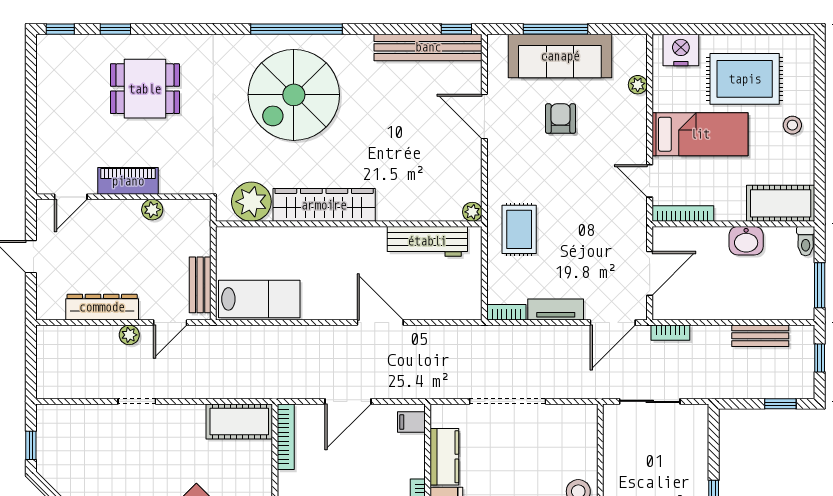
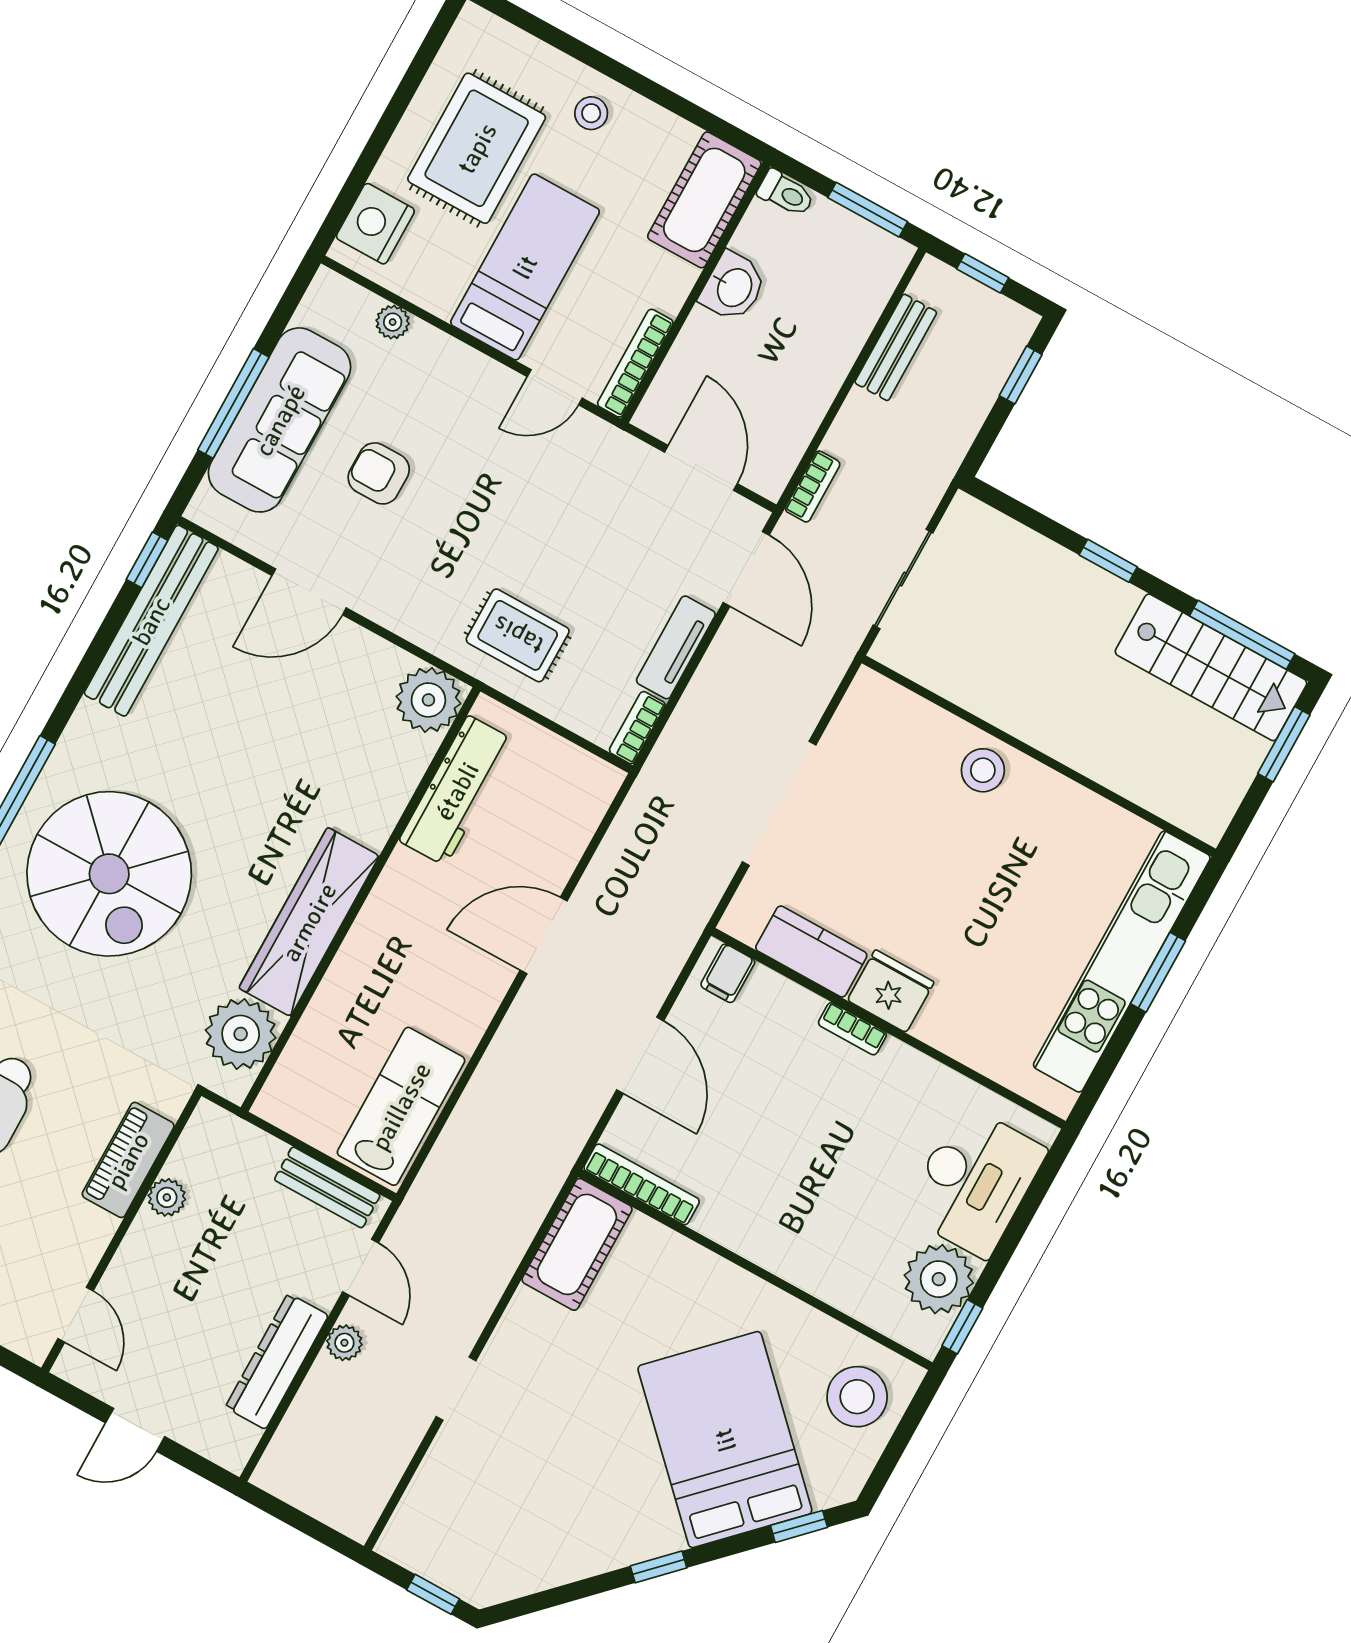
piano: (128, 181) -> (128, 1160), moved
plant: (472, 212) -> (428, 700), width x1.87, depth x1.87

